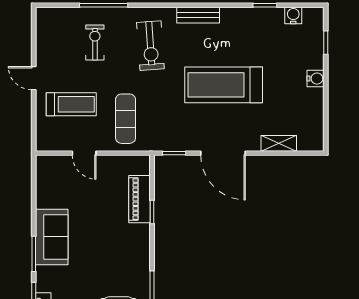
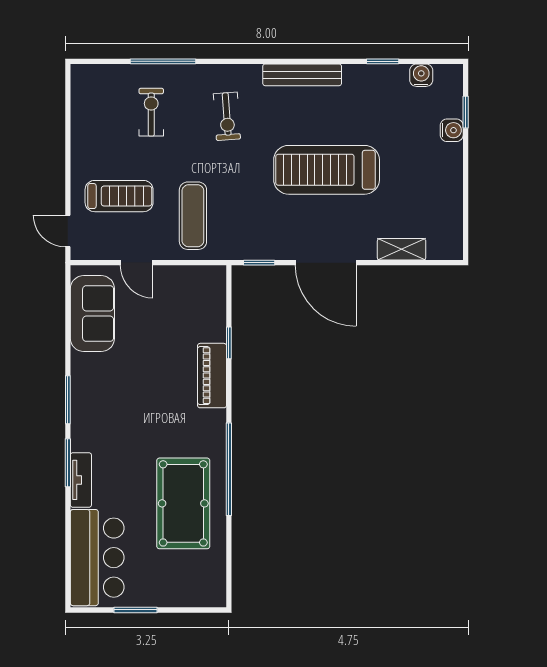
bench: (198, 15) -> (302, 75), width x1.36
exercise bike: (150, 46) -> (227, 116), width x0.73, depth x0.72
door: (34, 78) -> (68, 231), moved
water cooler: (316, 79) -> (452, 130), moved
piano: (140, 199) -> (212, 376), moved
sofa: (52, 237) -> (92, 314), moved

